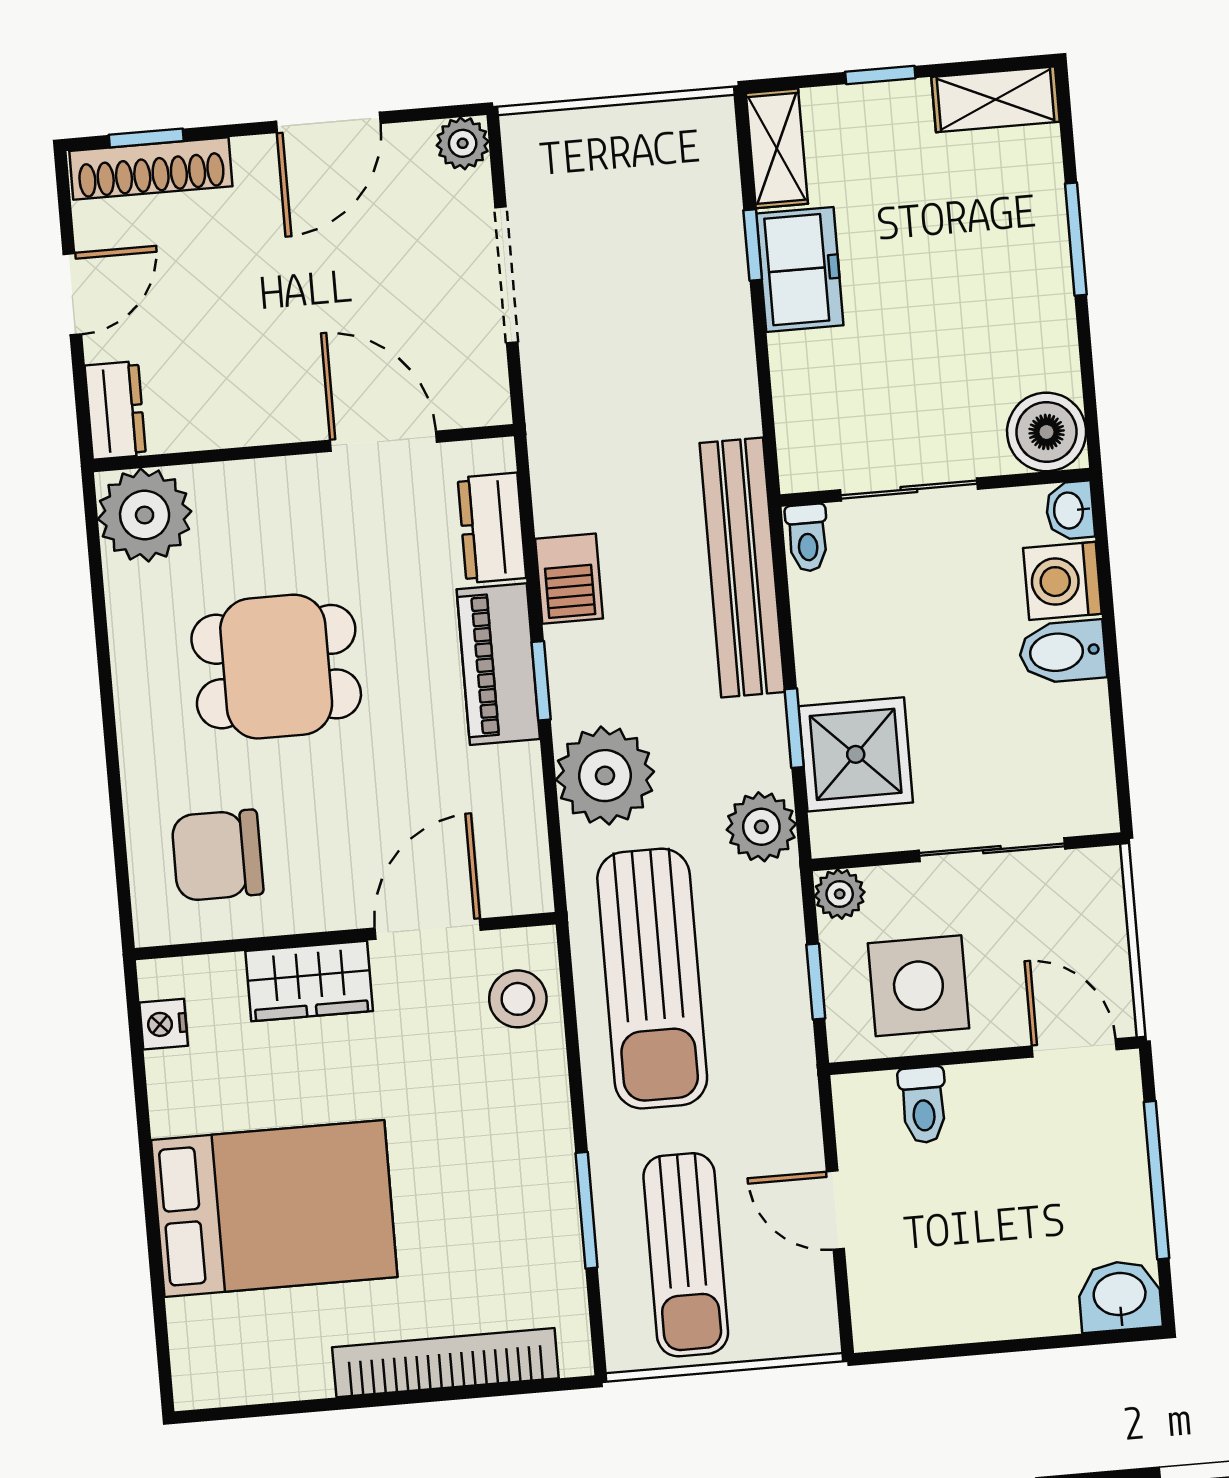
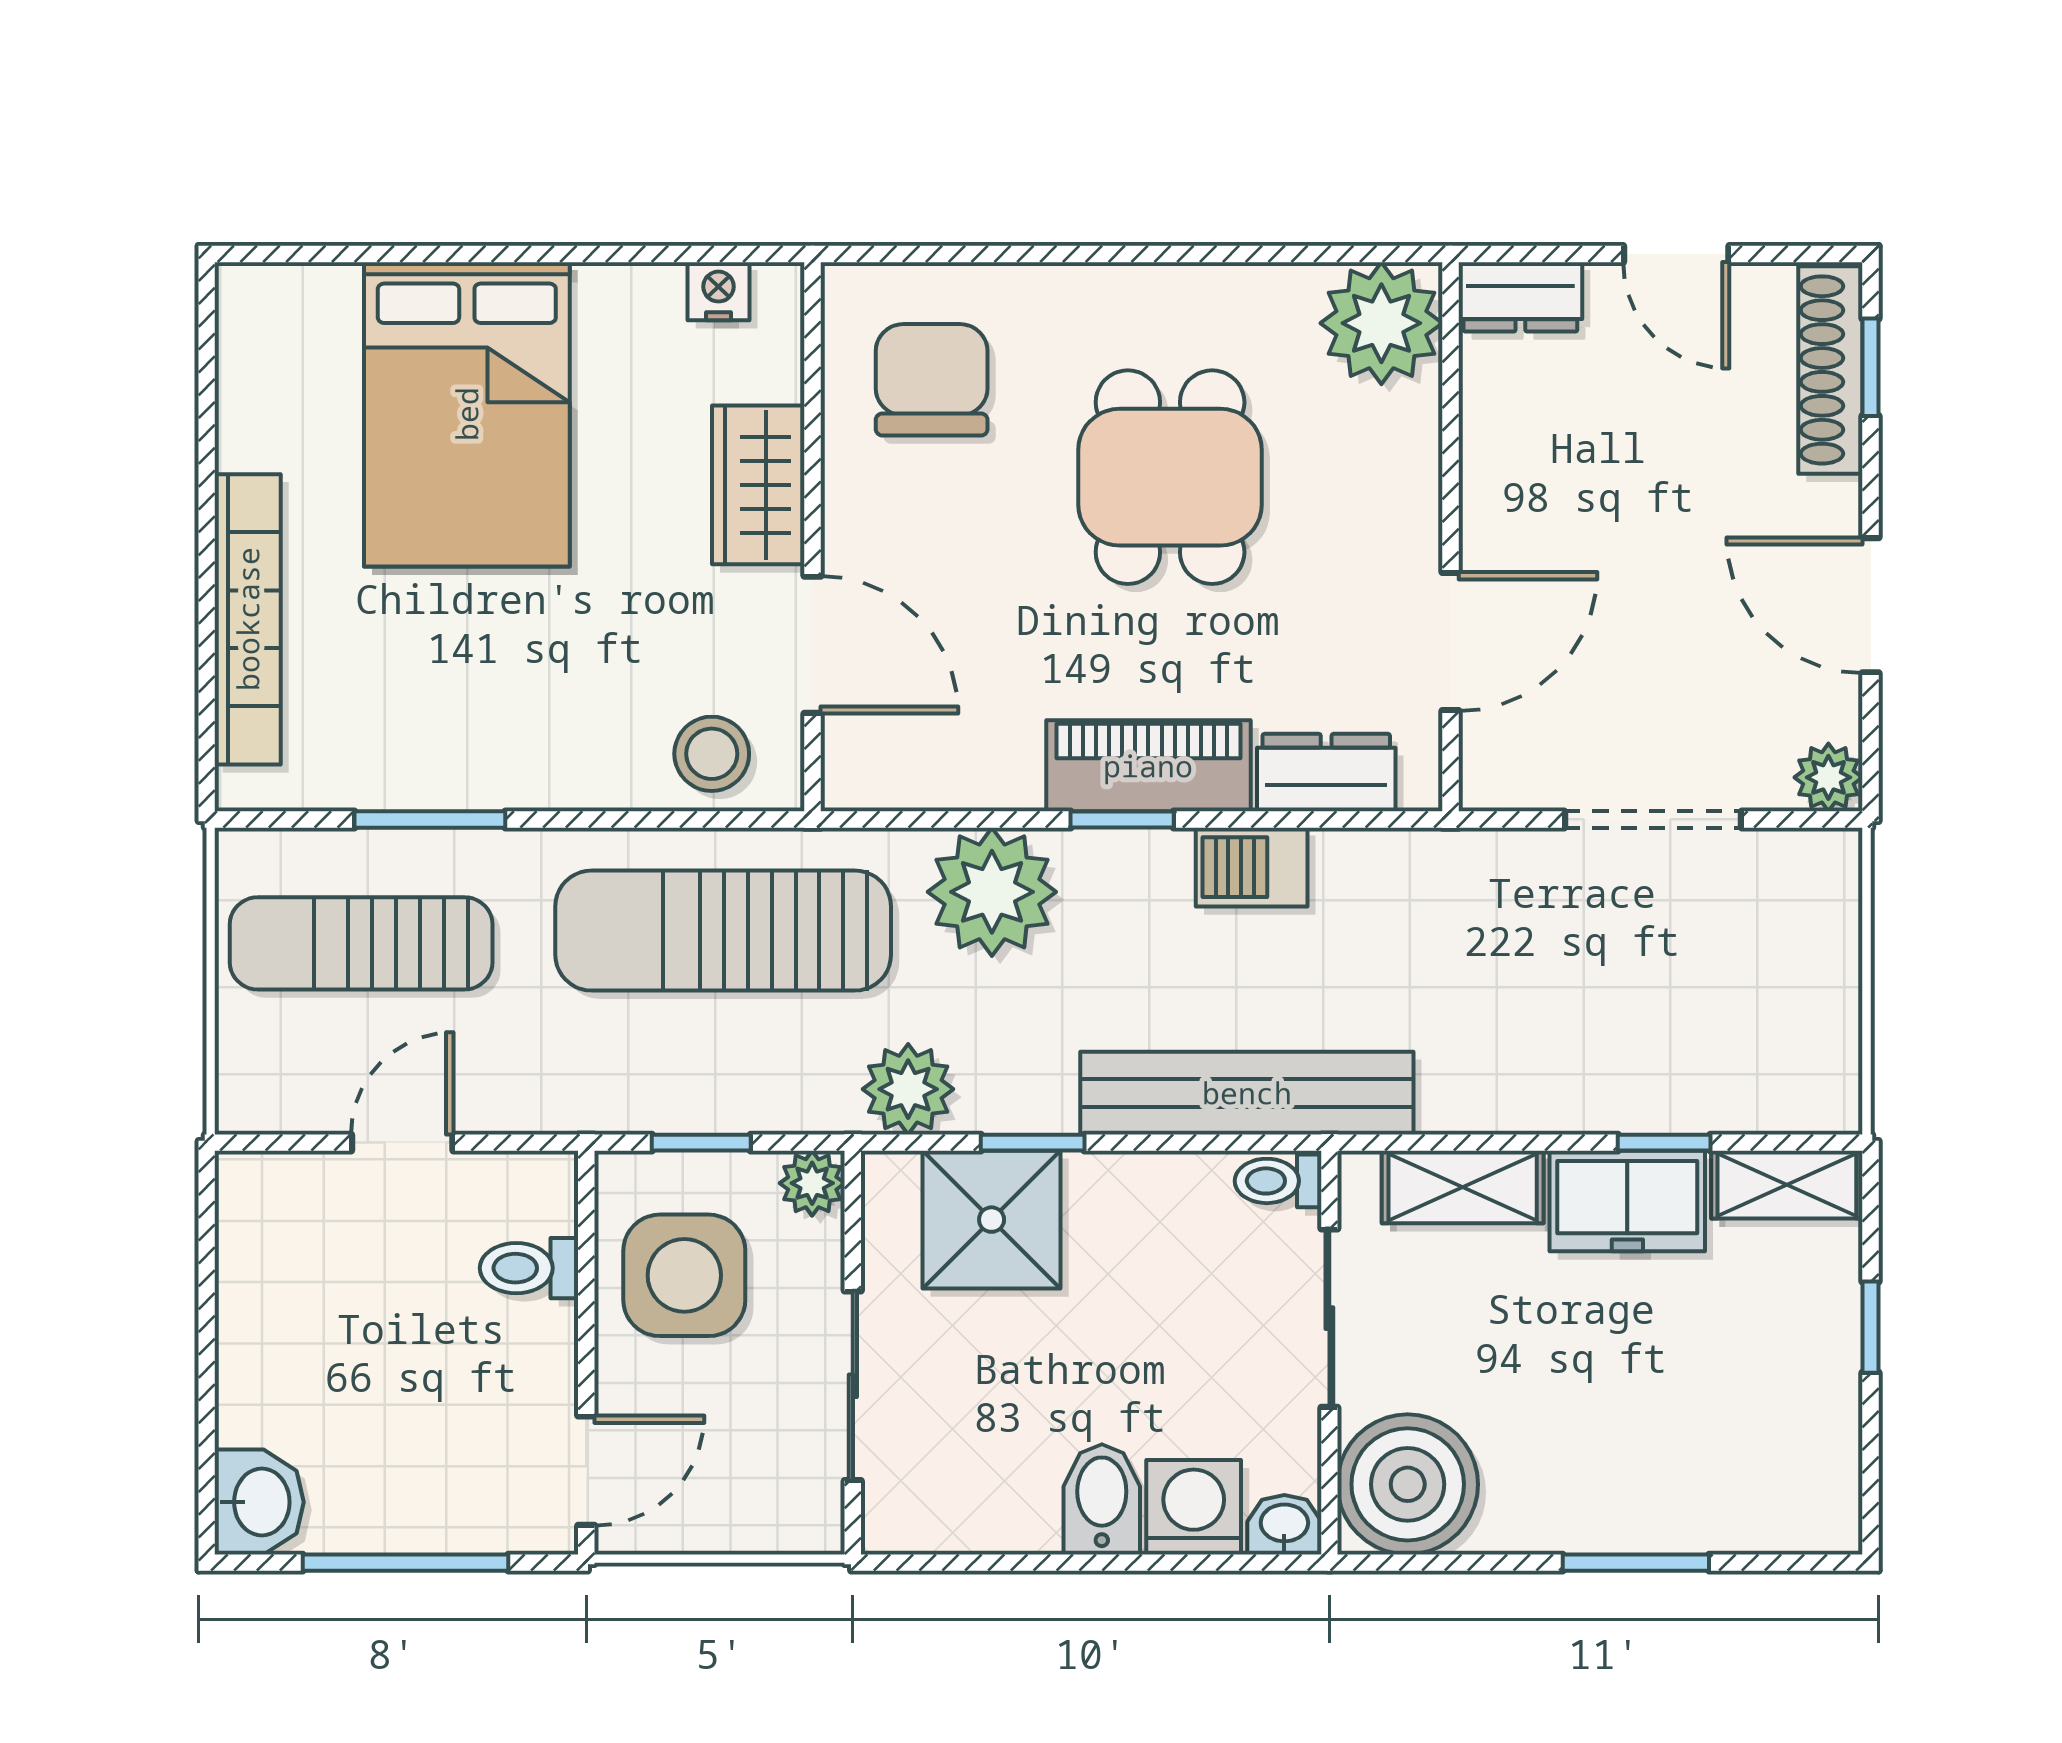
shelving: (995, 99) -> (1463, 1187), moved, turned 90
boiler: (1047, 432) -> (1408, 1484), width x1.37, depth x1.37

